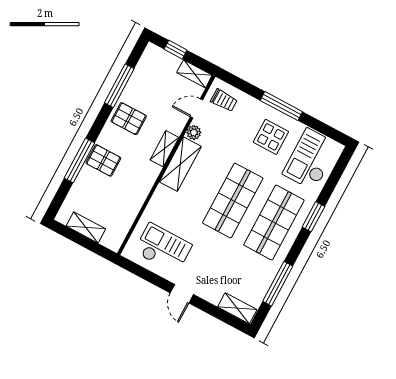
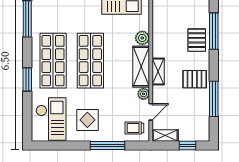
window: (281, 106) -> (108, 146), moved
pallet: (103, 160) -> (197, 40), turned 90
plant: (162, 195) -> (142, 38), added

